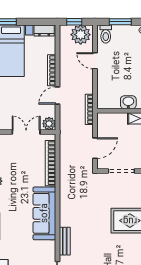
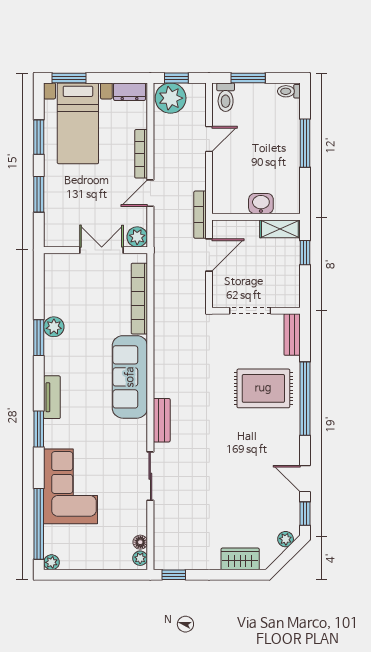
plant: (81, 35) -> (171, 98), moved
door: (95, 61) -> (209, 139), swing flipped
door: (95, 148) -> (209, 255), moved

